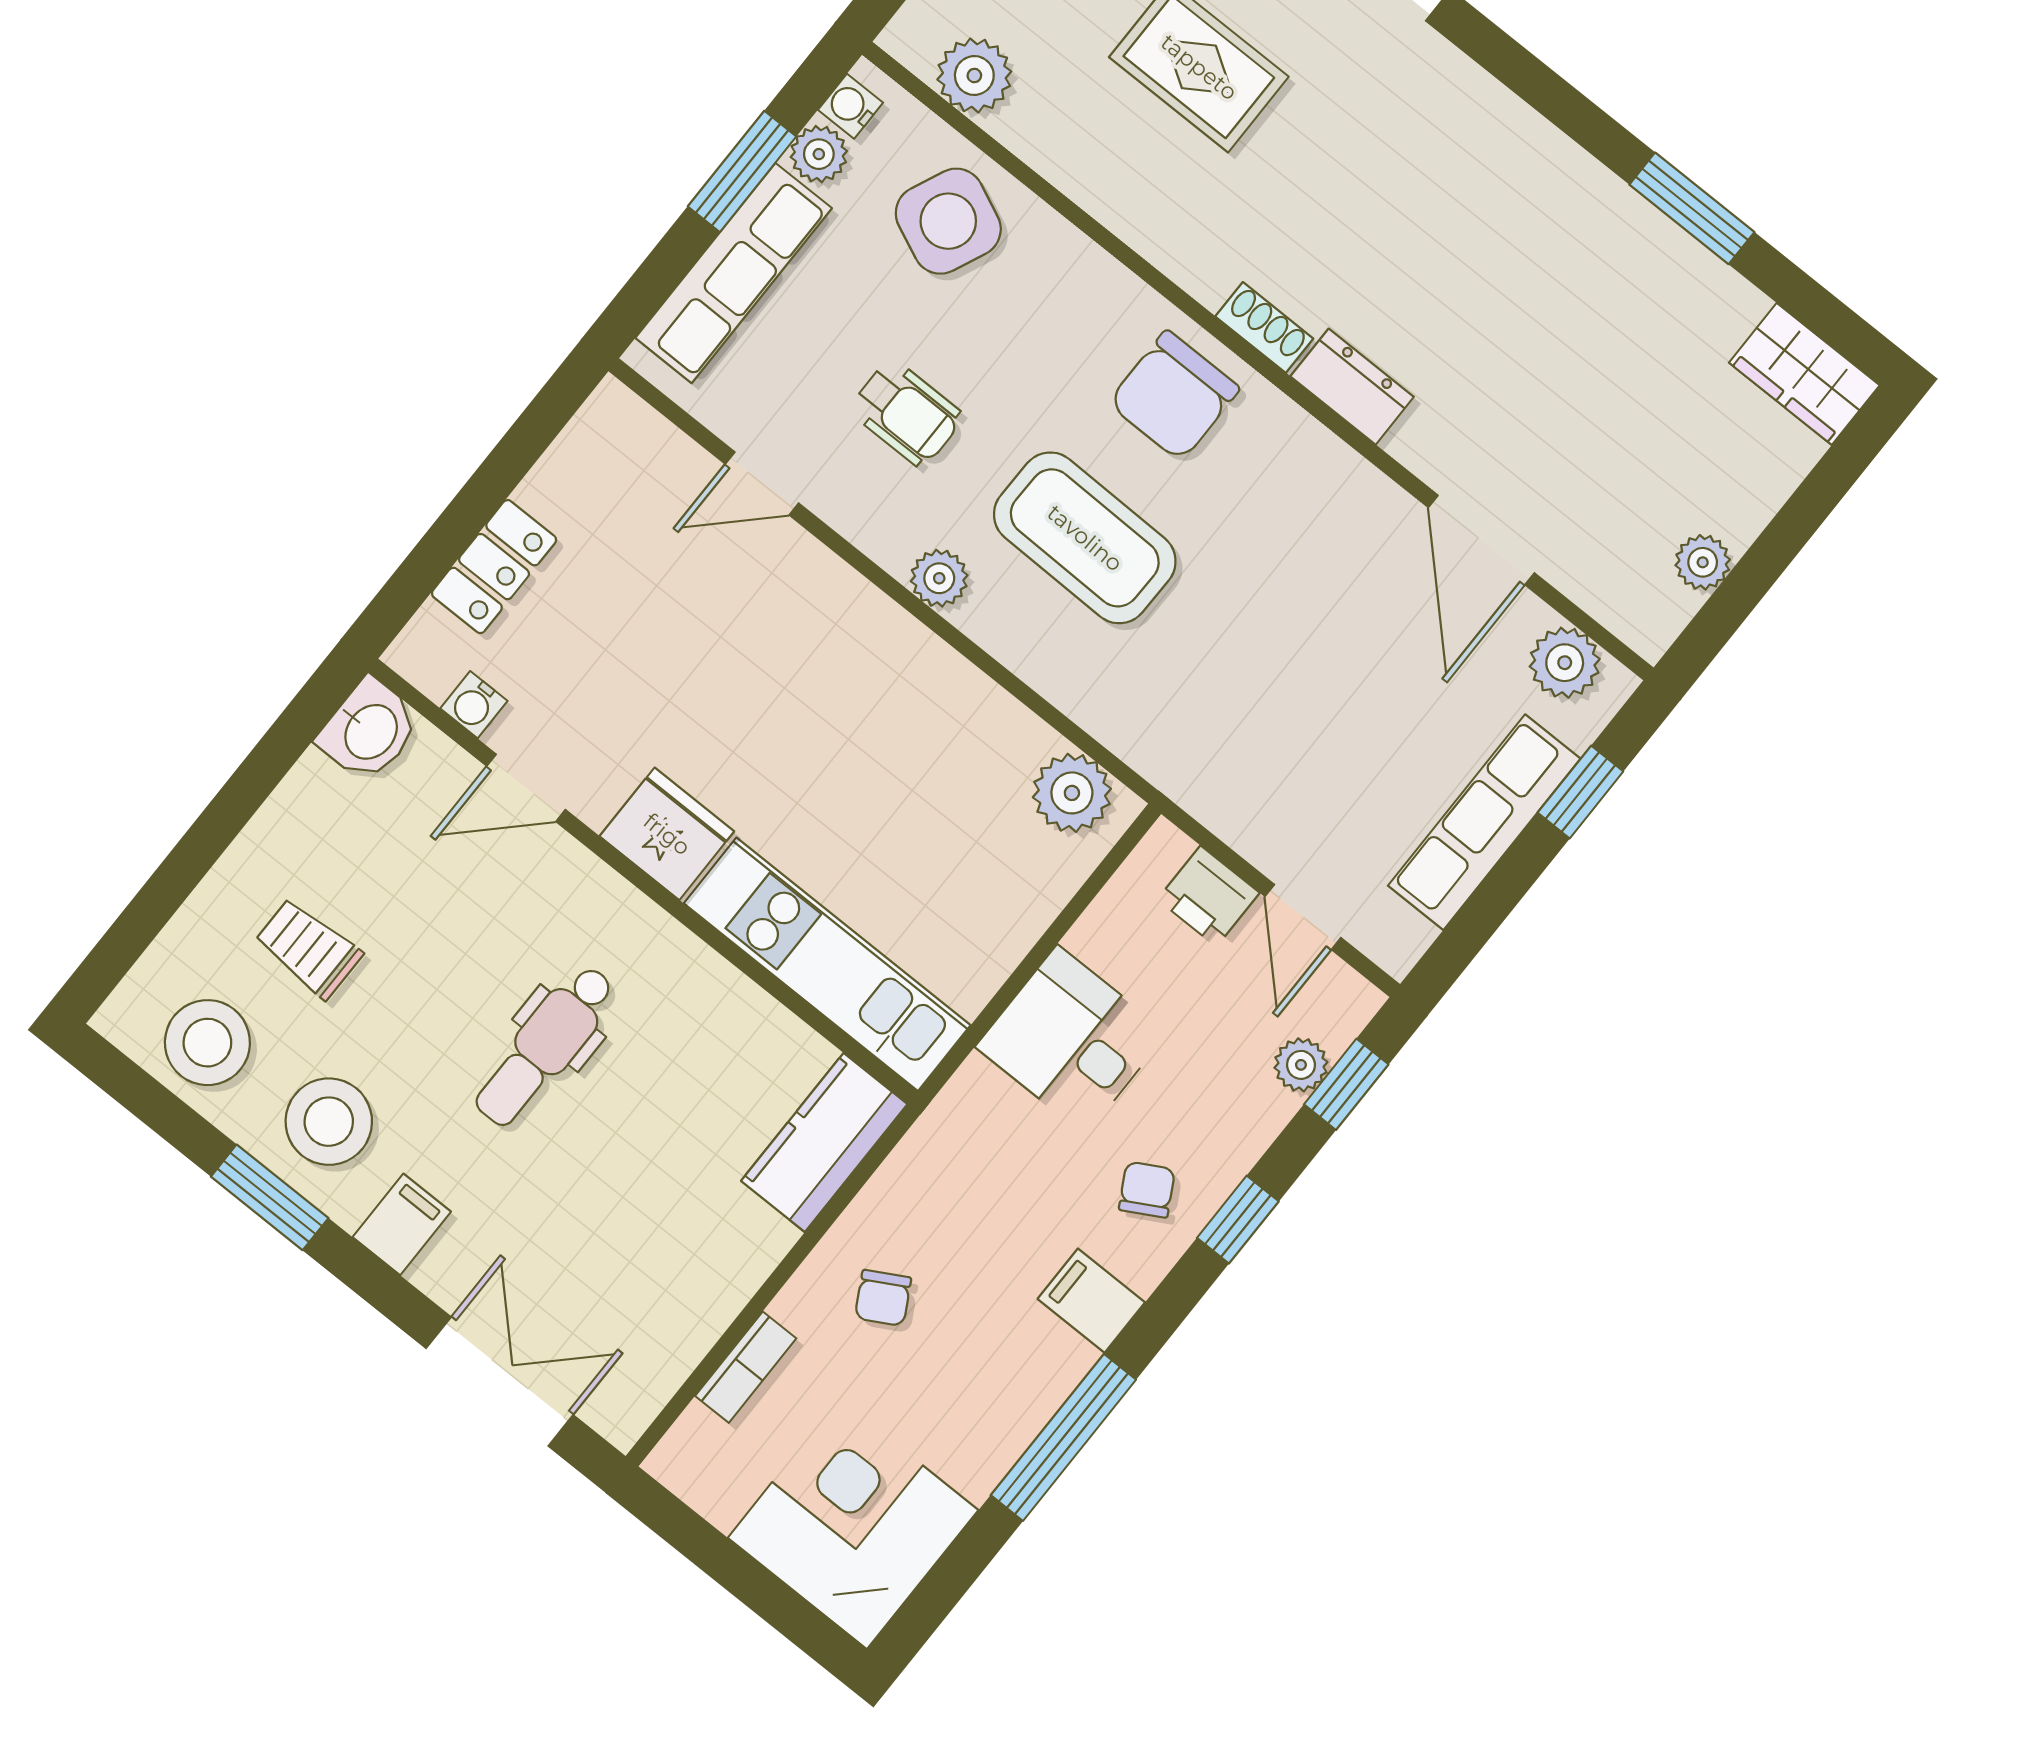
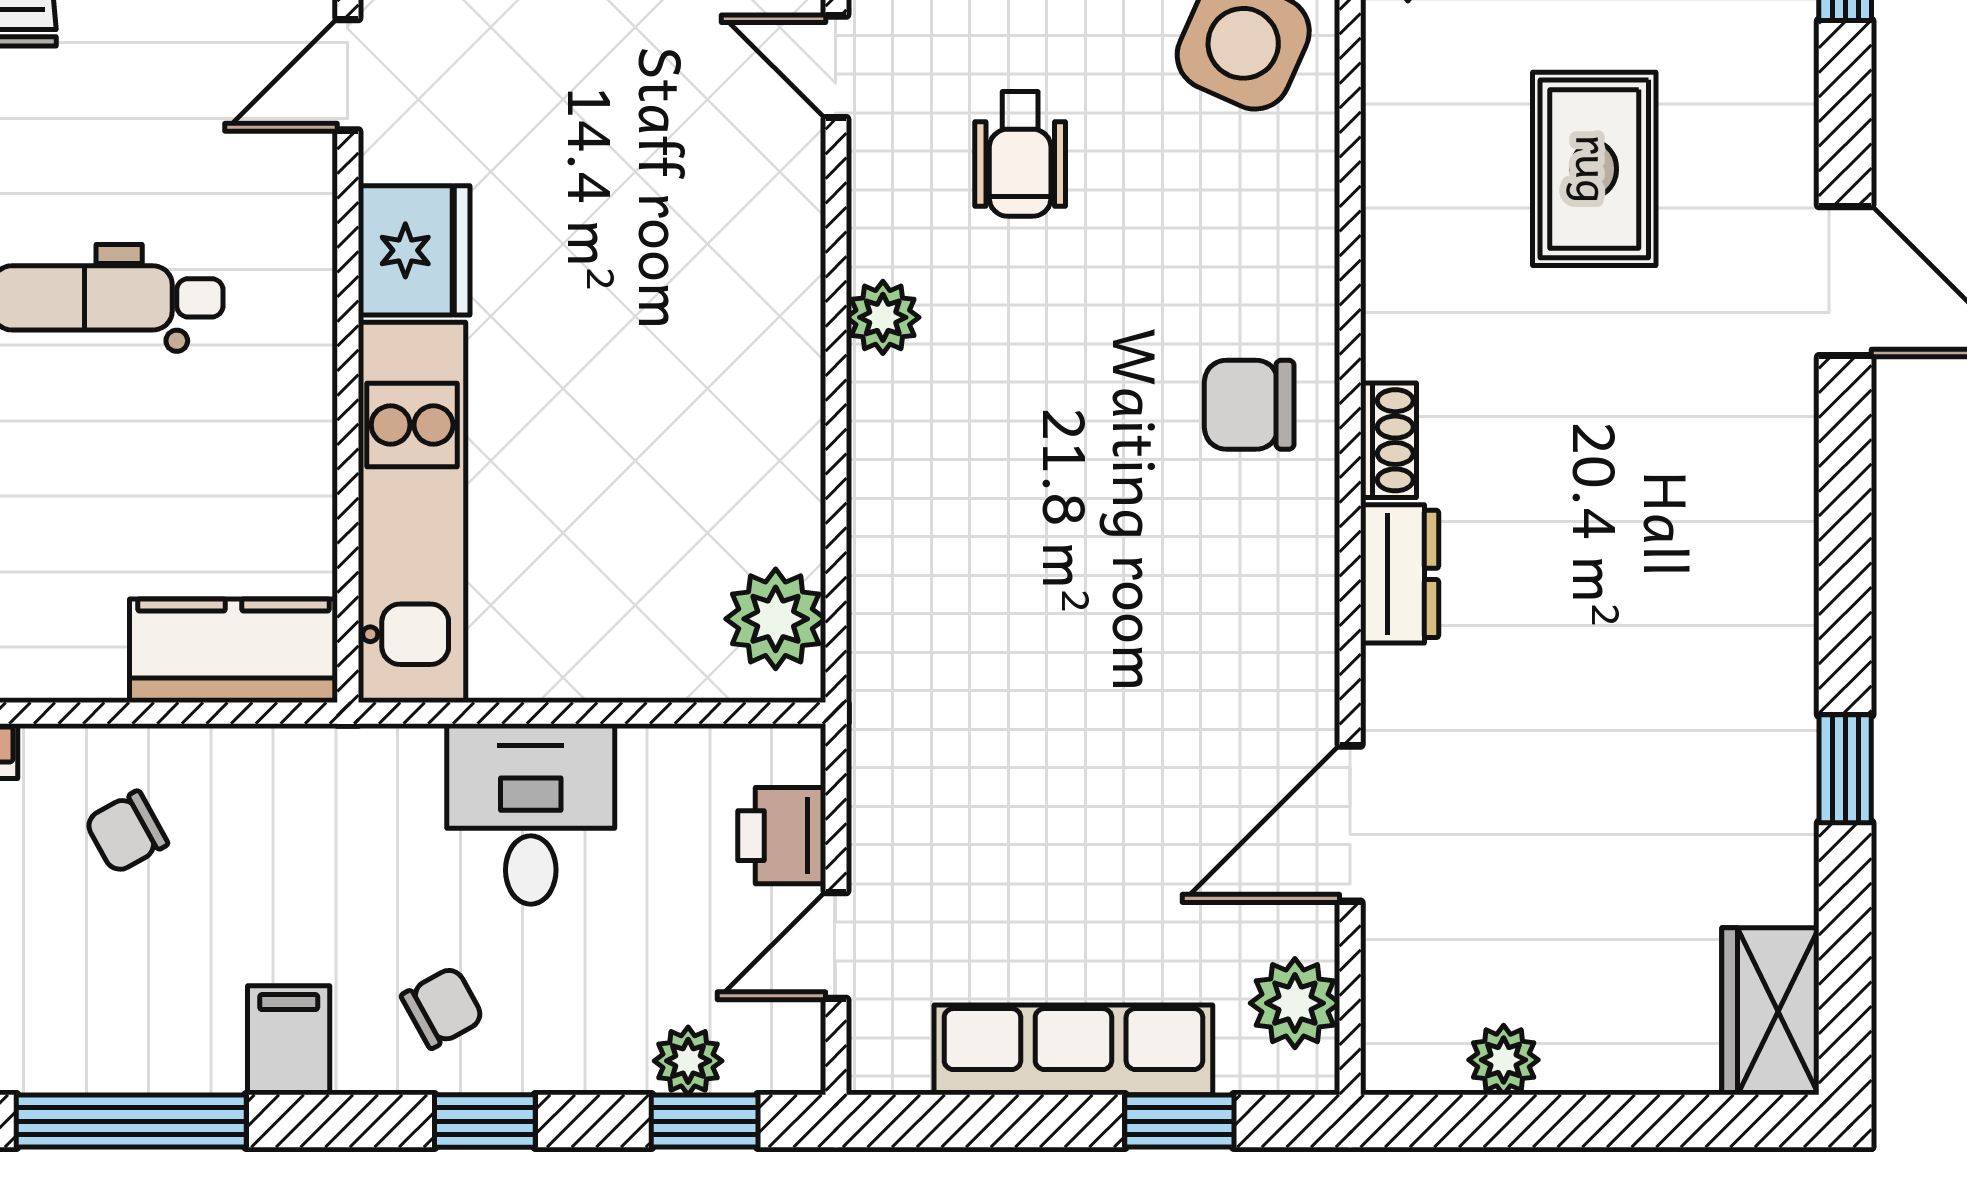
window: (1692, 208) -> (1845, 769), width x0.67
chair: (1174, 396) -> (1249, 405), width x0.73, depth x0.73
coffee table: (1085, 538) -> (1038, 429), removed
door: (526, 788) -> (348, 75), hinge flipped

